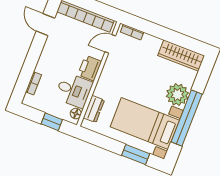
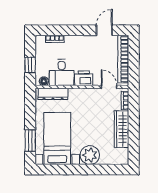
wardrobe: (181, 56) -> (122, 129), moved
dresser: (94, 109) -> (53, 94), width x1.44
window: (187, 118) -> (74, 169), removed

